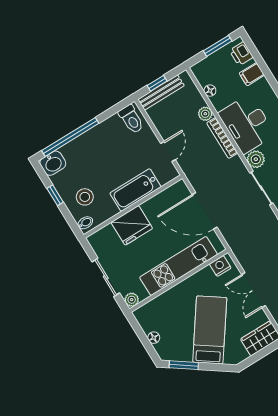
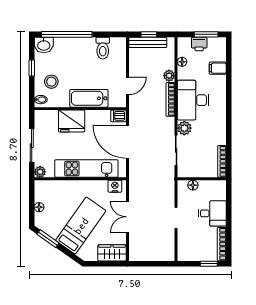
printer: (241, 54) -> (199, 44), moved, turned -90
toilet: (131, 119) -> (103, 48), moved
dishwasher: (178, 189) -> (119, 116), added

